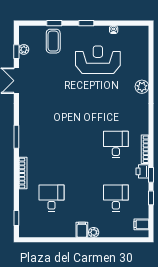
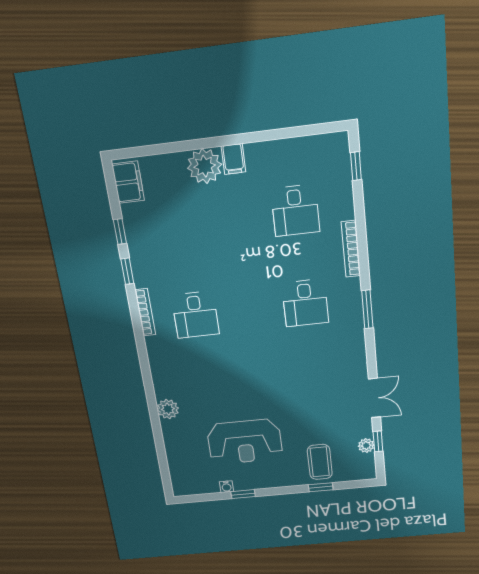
window: (86, 23) -> (243, 494), moved
printer: (142, 171) -> (143, 275), removed
desk: (116, 198) -> (305, 303), moved
filing cabinet: (141, 224) -> (128, 182), width x2.00
plant: (94, 232) -> (205, 166), width x1.88, depth x1.88

